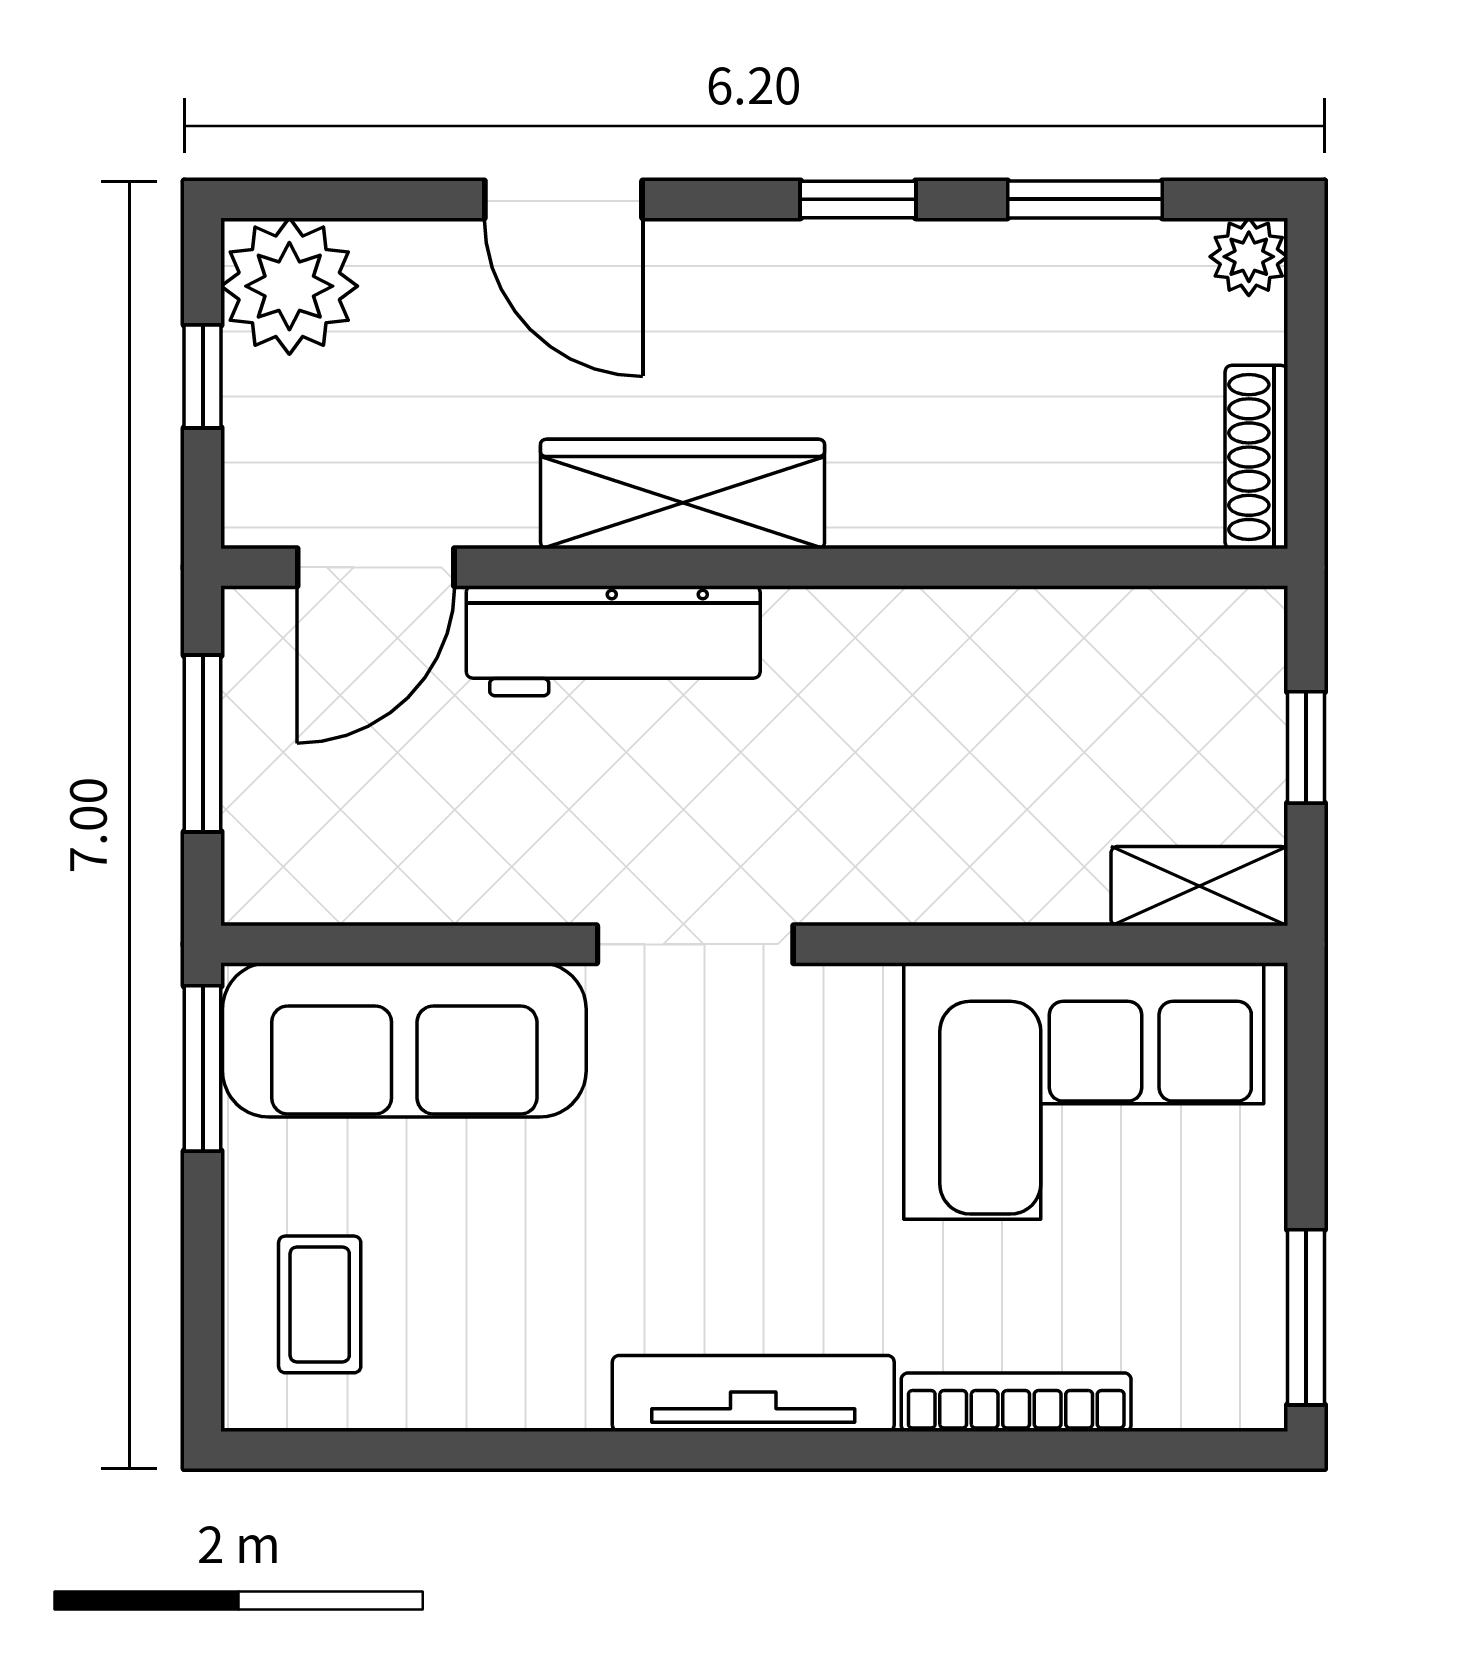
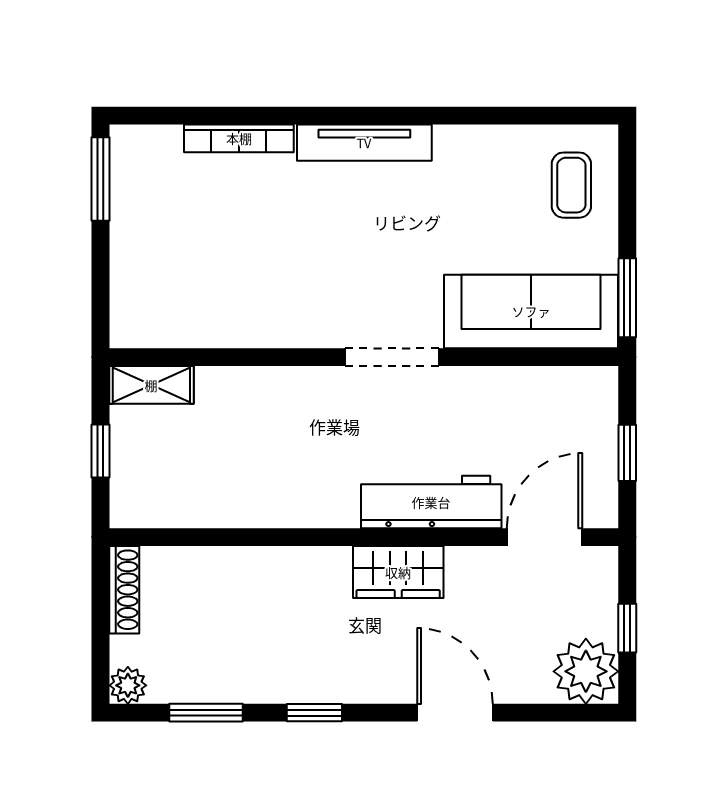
wardrobe: (683, 494) -> (398, 572), width x0.67
window: (203, 744) -> (627, 453), width x0.67
corner sofa: (1084, 1091) -> (207, 287), removed

